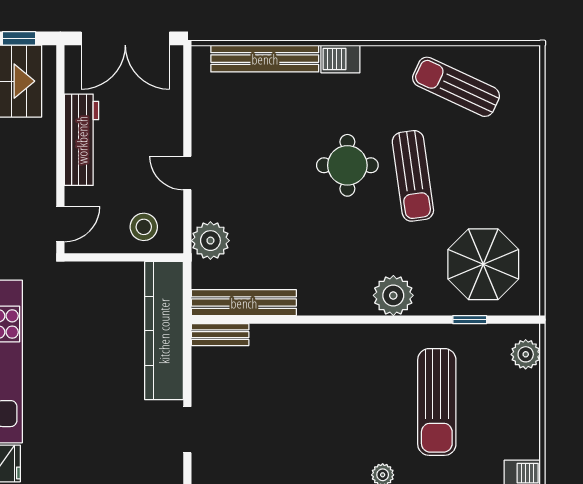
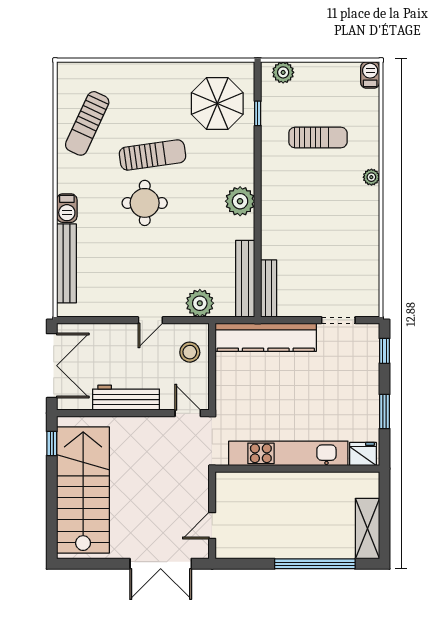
plant: (393, 295) -> (240, 201), moved
bench: (220, 335) -> (269, 289), width x1.36
sun lounger: (437, 402) -> (318, 137), width x0.73, depth x0.75

